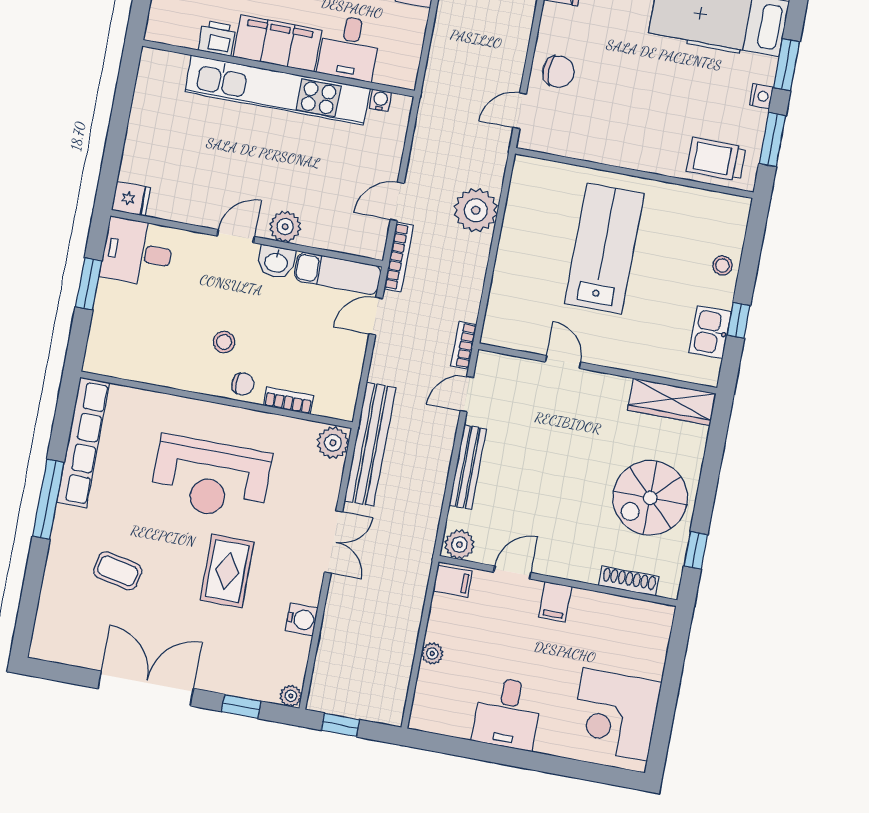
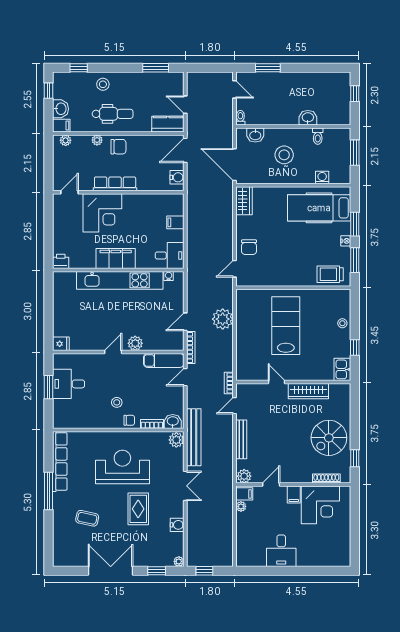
printer: (217, 38) -> (61, 261), moved
desk: (349, 48) -> (170, 255), moved, turned -90
chair: (558, 72) -> (249, 247), turned 90
desk: (137, 252) -> (69, 384), moved
washbasin: (276, 262) -> (173, 421), moved, turned 180
kitchen sink: (710, 332) -> (342, 369), moved
wardrobe: (672, 402) -> (308, 391), moved
reception desk: (211, 478) -> (122, 467), turned 180
plant: (432, 654) -> (241, 506), moved
corner desk: (615, 714) -> (320, 505), moved, turned -90

